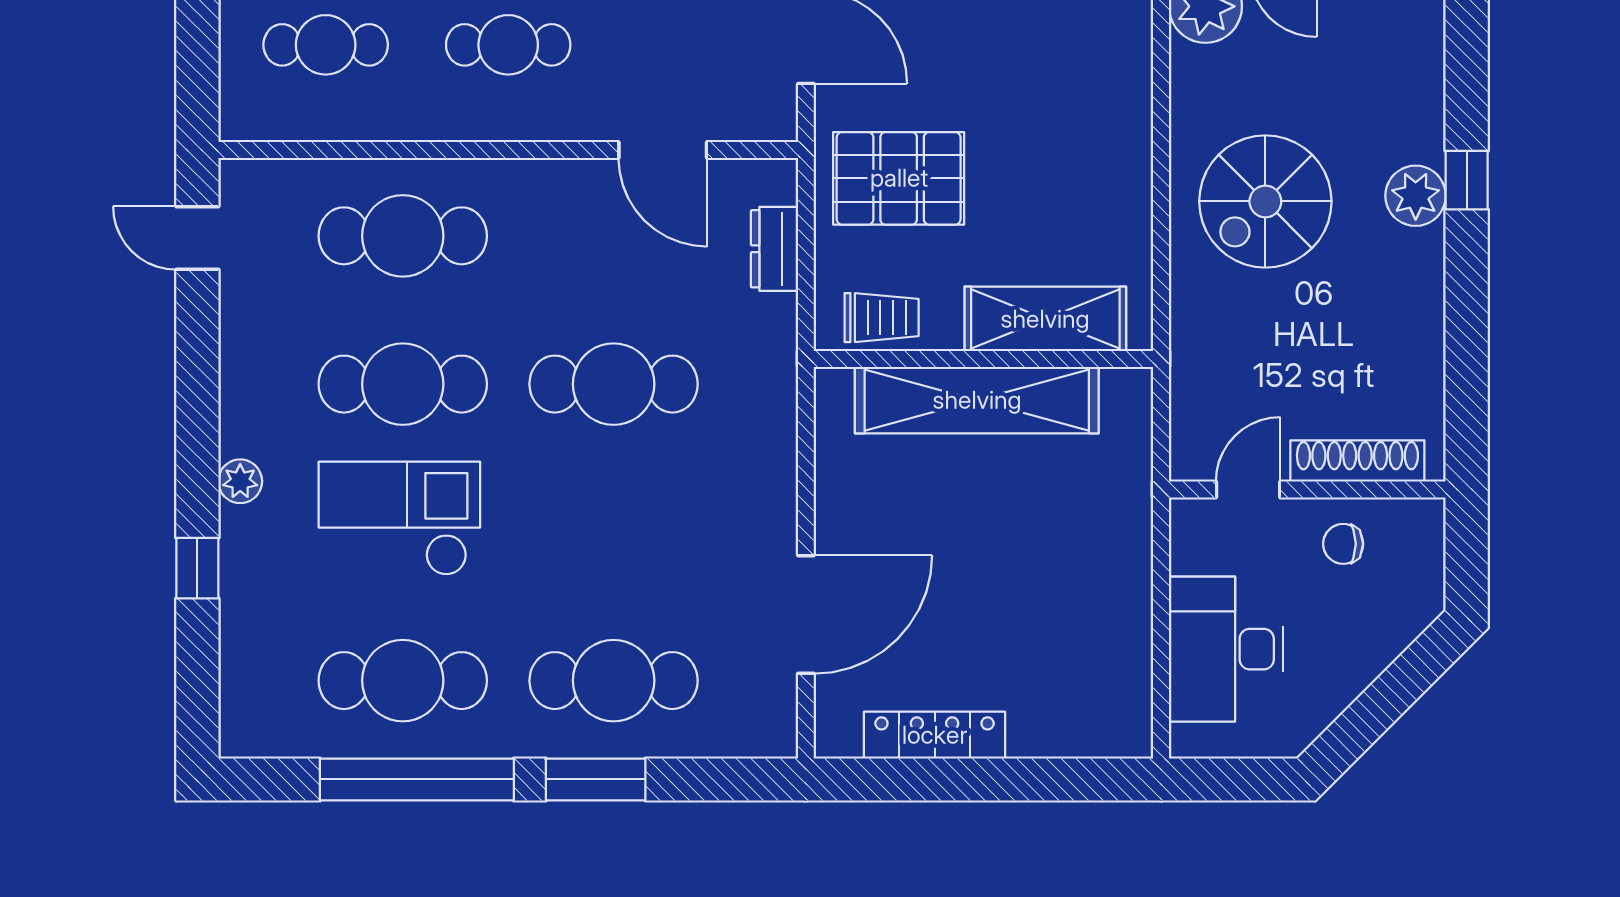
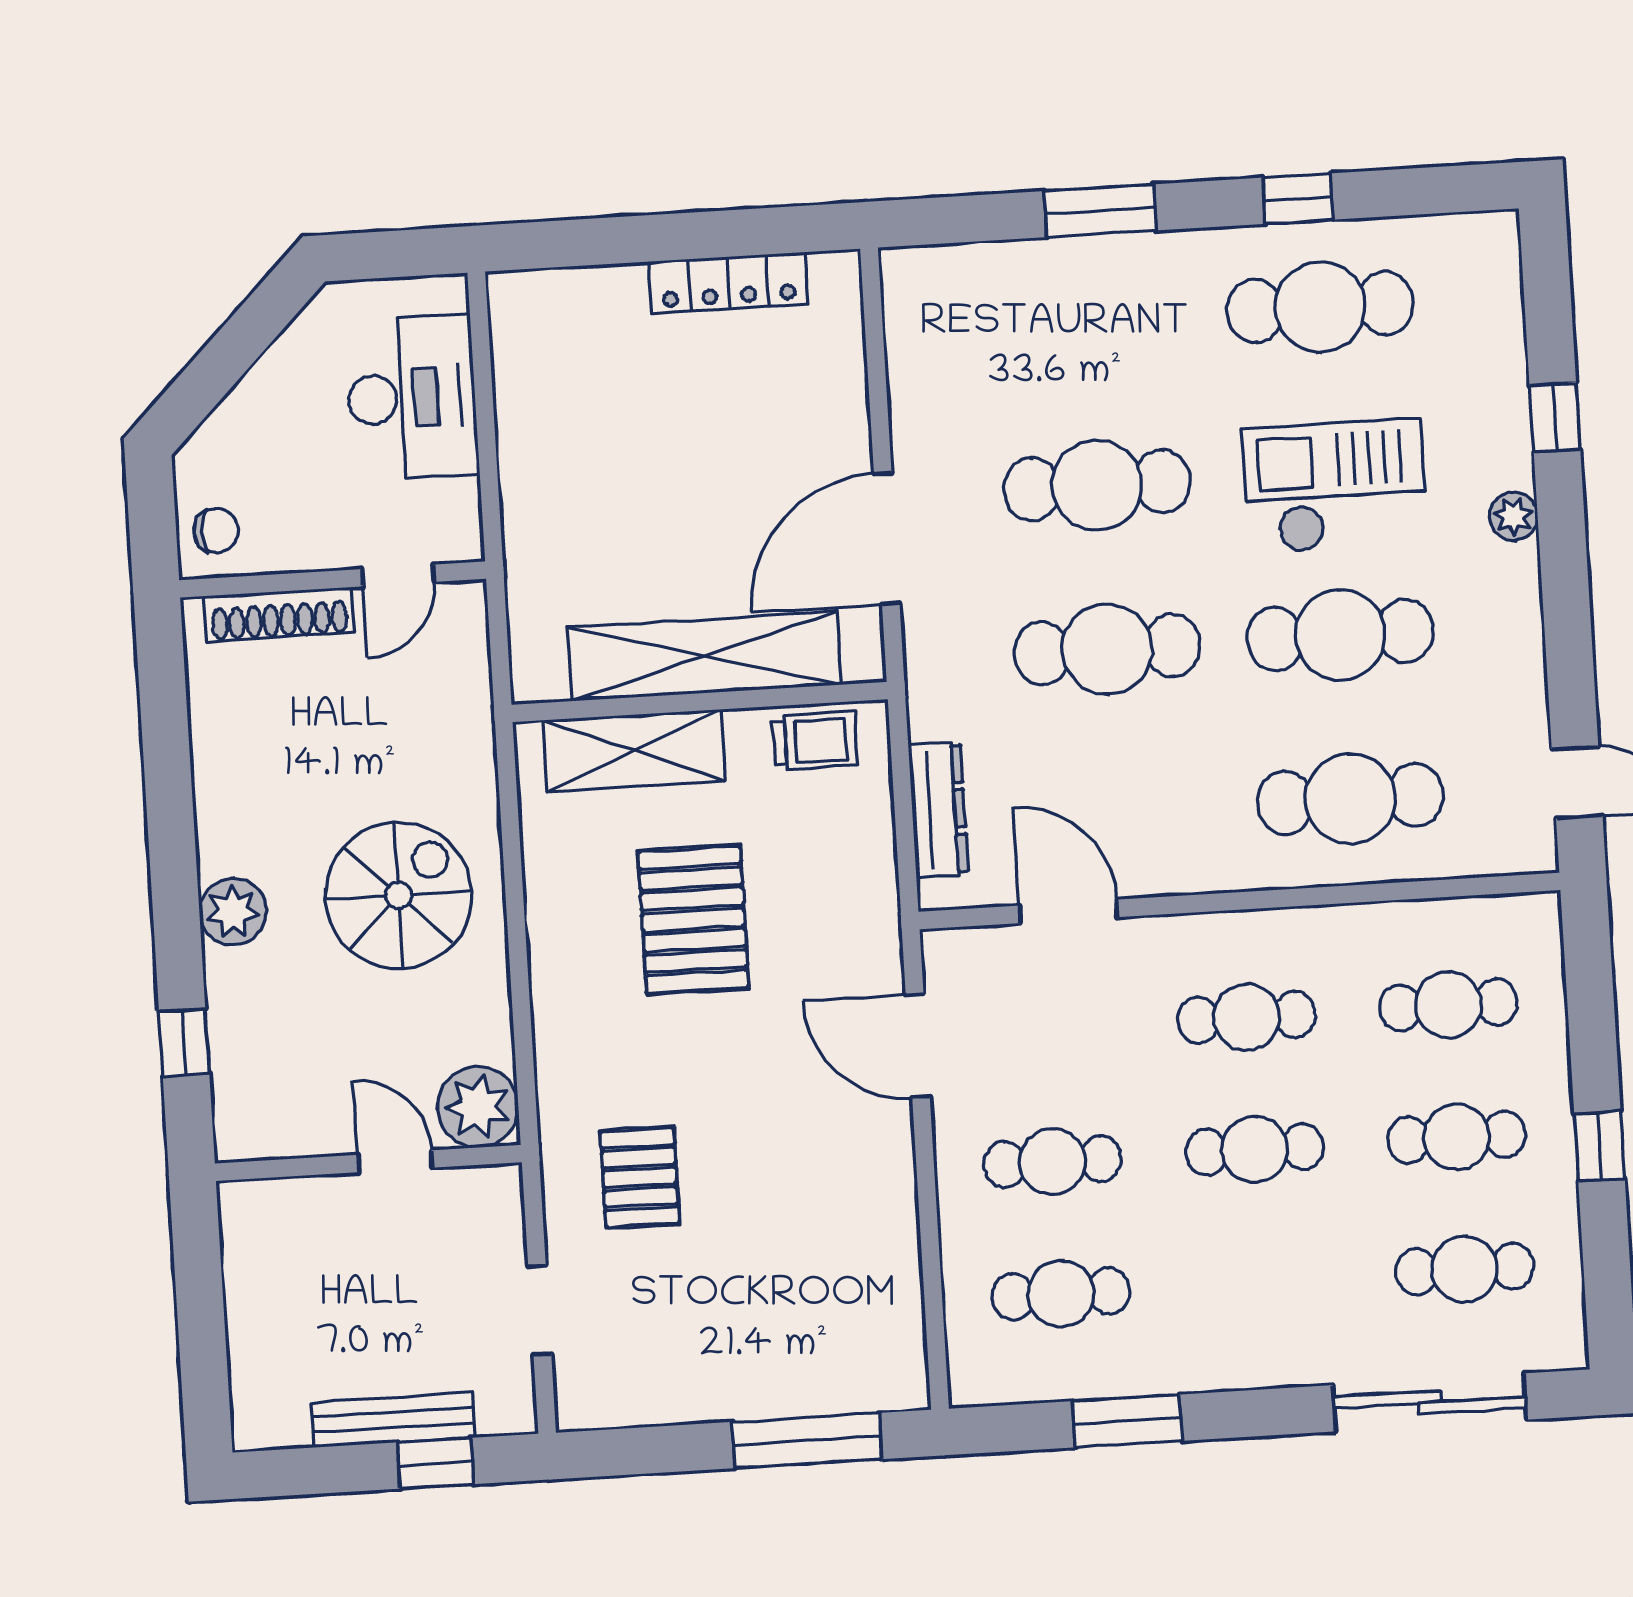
pallet: (899, 178) -> (693, 920), moved, turned 90
window: (1467, 180) -> (184, 1043), moved
dresser: (774, 249) -> (938, 810), width x1.44
trolley: (882, 318) -> (815, 741), turned 180
checkout: (399, 519) -> (1335, 486), turned 180
chair: (1343, 544) -> (216, 531), moved
door: (806, 615) -> (887, 539), moved
cafe table: (614, 681) -> (1097, 485), moved
window: (417, 779) -> (1298, 199), width x0.32

